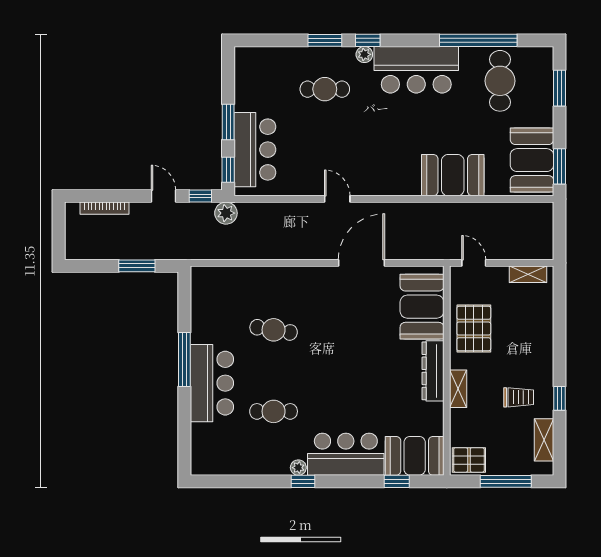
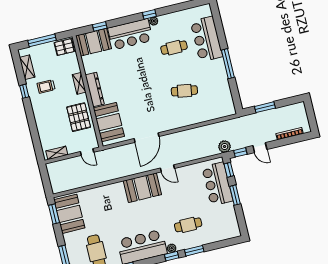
booth: (453, 175) -> (142, 188), moved
bar counter: (212, 383) -> (206, 39), moved

